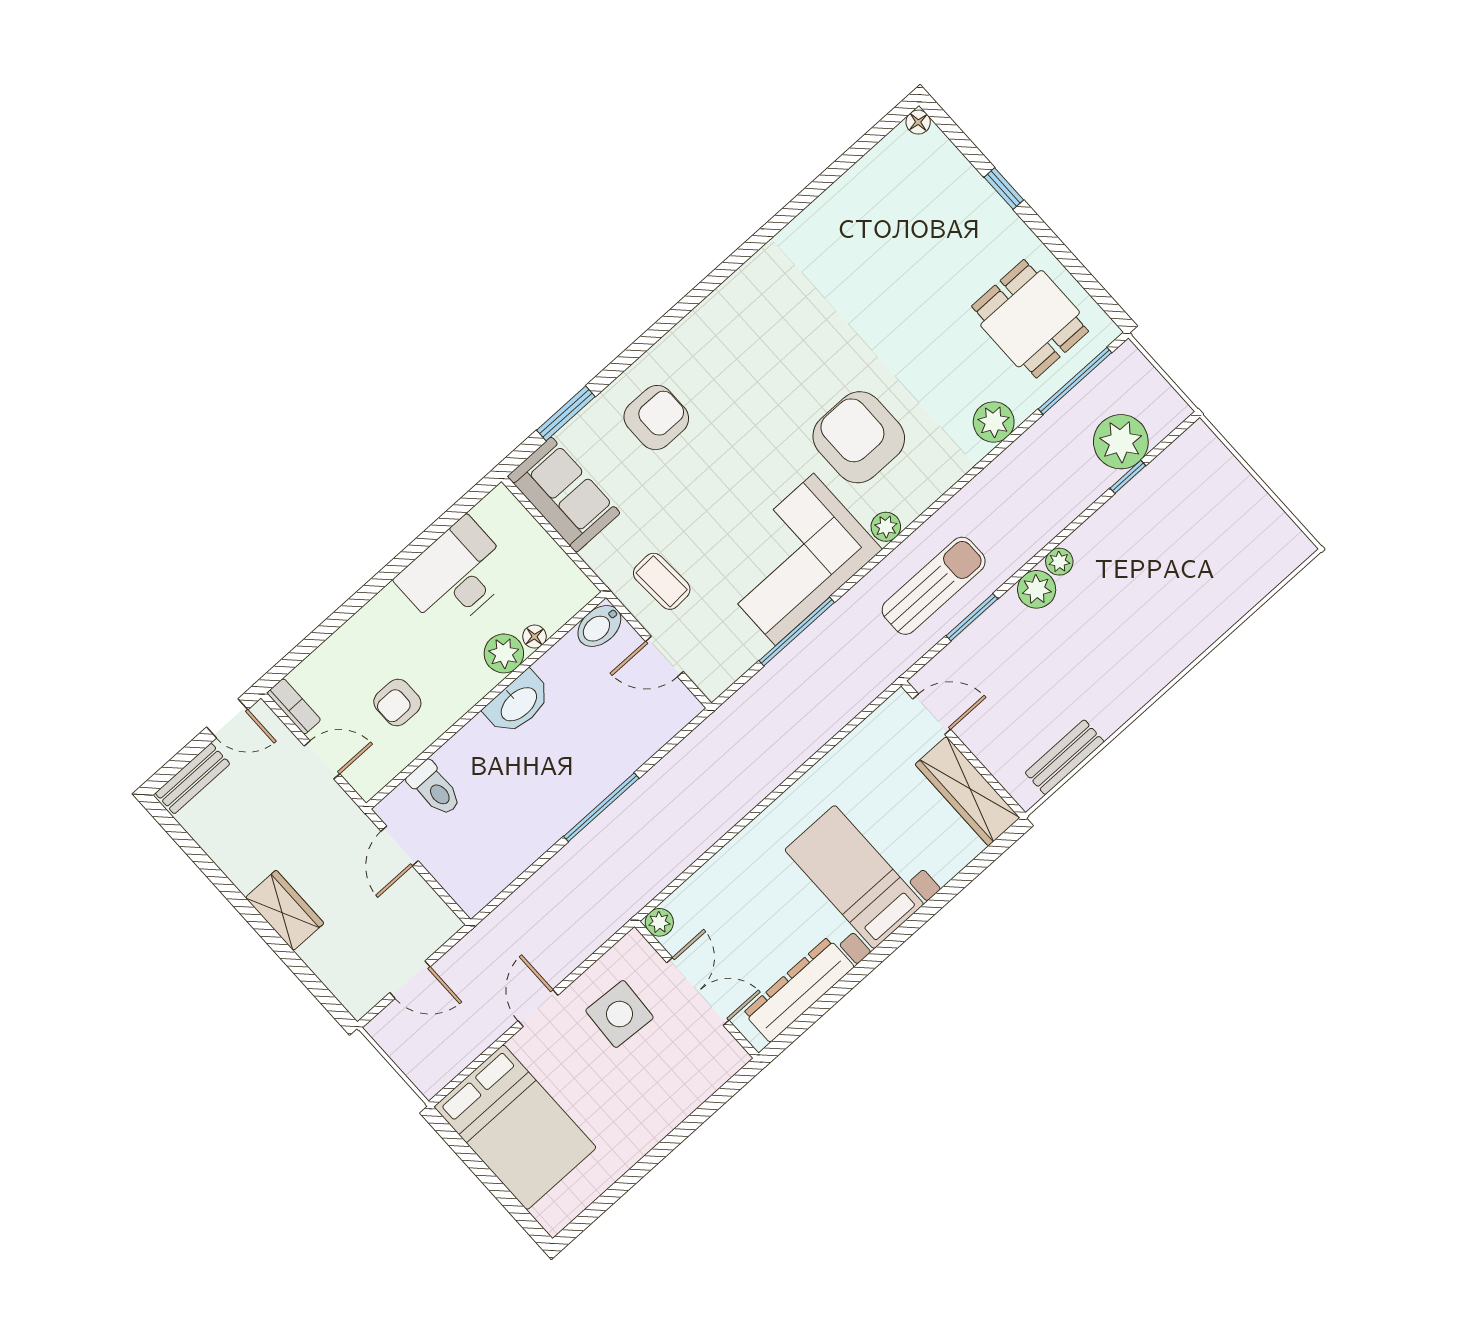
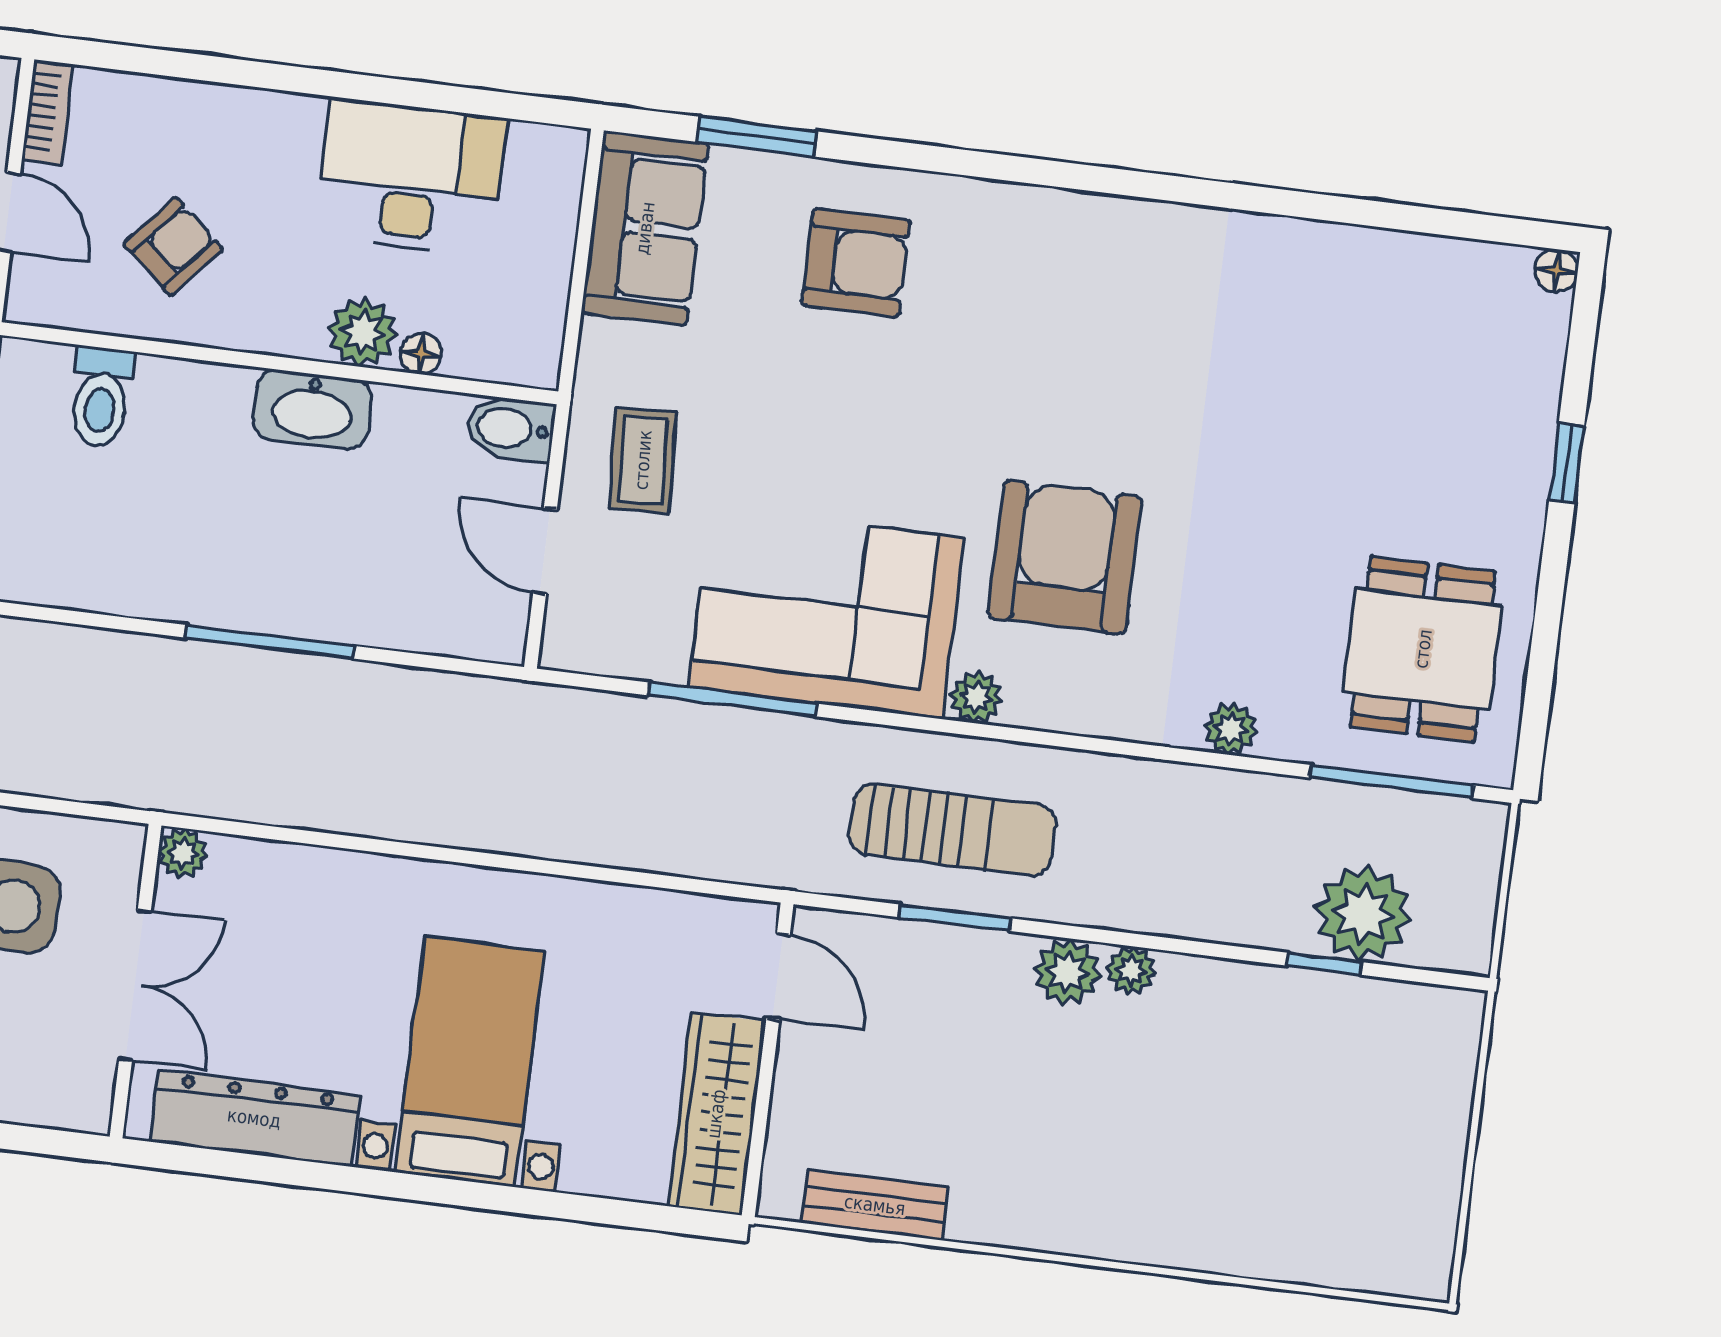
plant: (994, 422) -> (1231, 729), width x0.73, depth x0.73
armchair: (397, 703) -> (173, 247), turned 131

